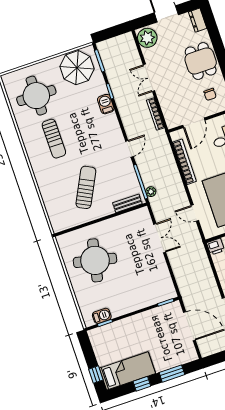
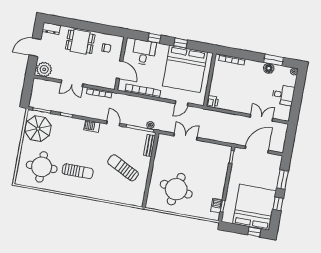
barbecue: (106, 104) -> (92, 126), moved
bed: (127, 371) -> (254, 207), width x2.04

